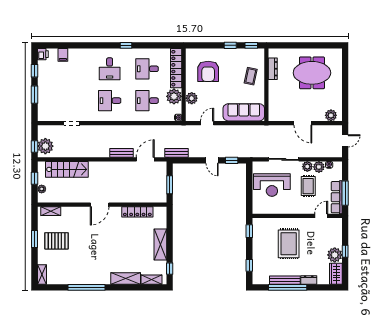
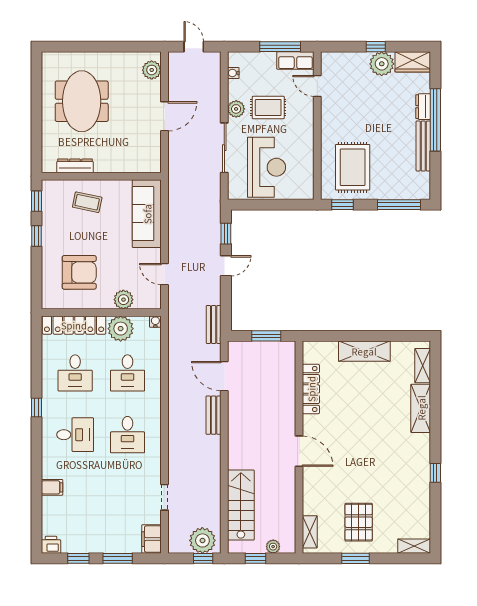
filing cabinet: (63, 55) -> (52, 487), moved
filing cabinet: (46, 115) -> (152, 539), added
plant: (319, 167) -> (237, 90), removed
row of seats: (337, 197) -> (295, 61), width x0.68
rug: (289, 244) -> (353, 167), moved, turned 90
window: (249, 265) -> (399, 205), width x2.17
window: (170, 269) -> (405, 336), removed
window: (86, 287) -> (435, 473), width x0.32
window: (288, 287) -> (435, 120), moved

